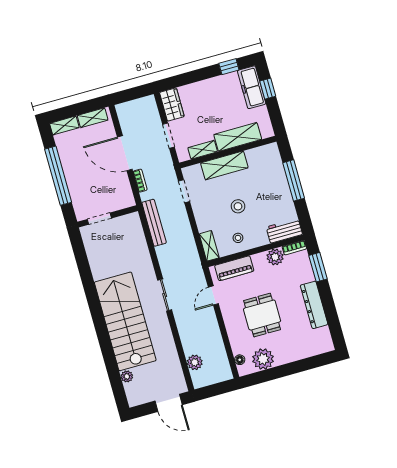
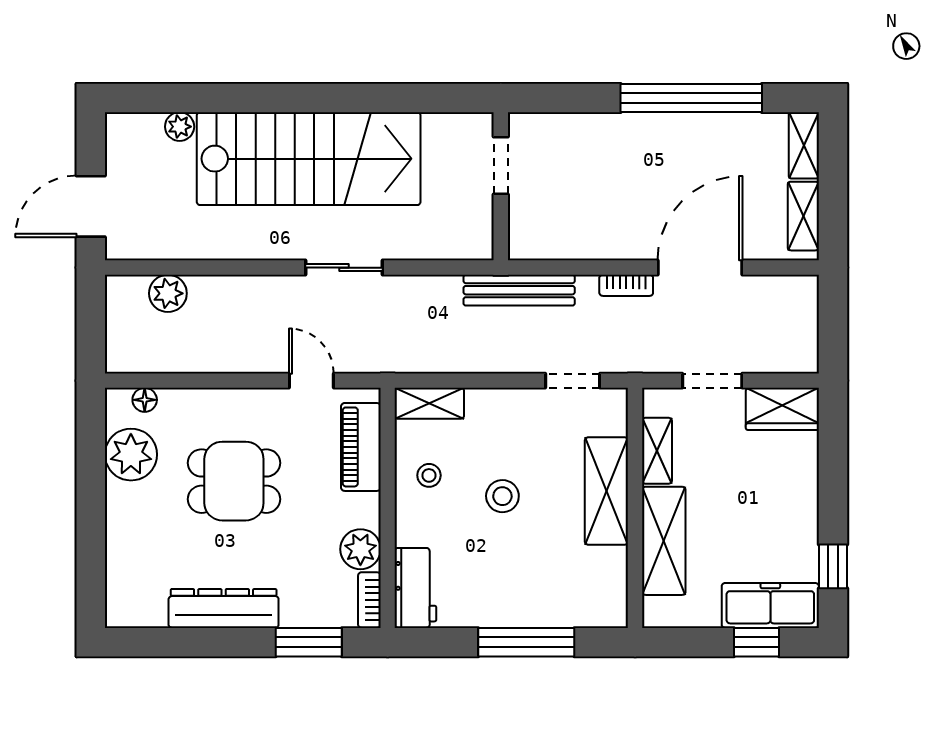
wall: (108, 216) -> (501, 186), moved
doorway: (99, 219) -> (501, 165), moved

